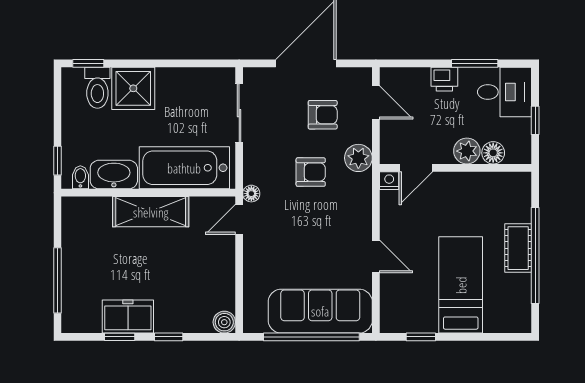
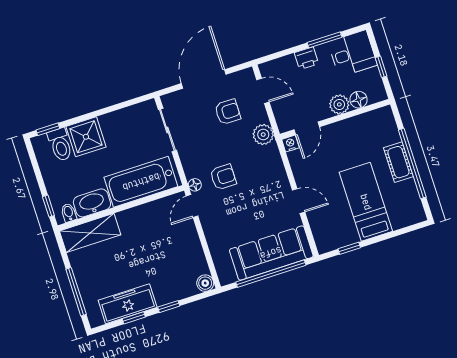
armchair: (311, 172) -> (223, 177), moved
shelving: (151, 212) -> (90, 233), moved
freezer: (128, 317) -> (128, 304), width x1.40

